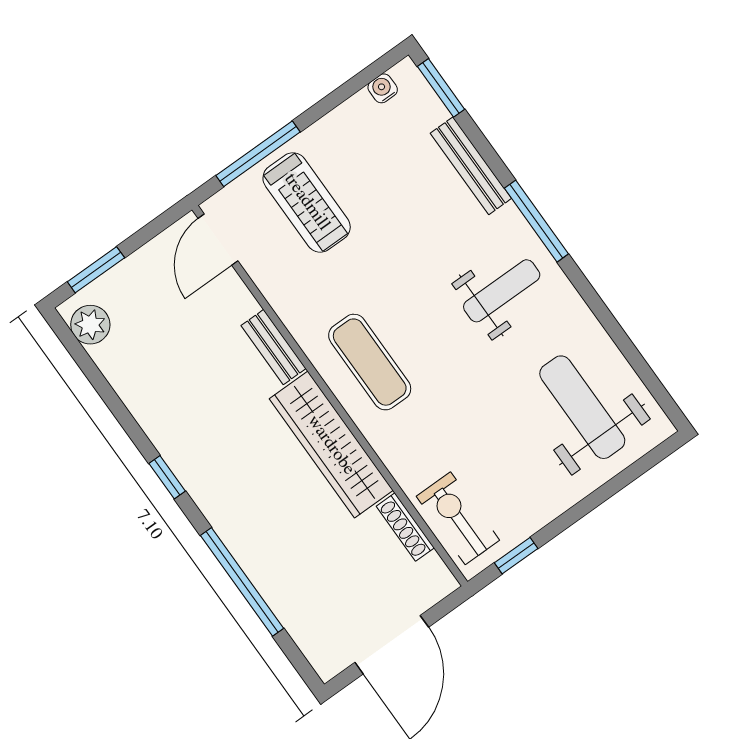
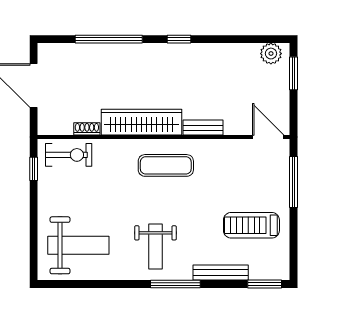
water cooler: (383, 88) -> (283, 258), removed
treadmill: (307, 202) -> (251, 225), moved
shoe rack: (405, 527) -> (87, 129), width x0.70

